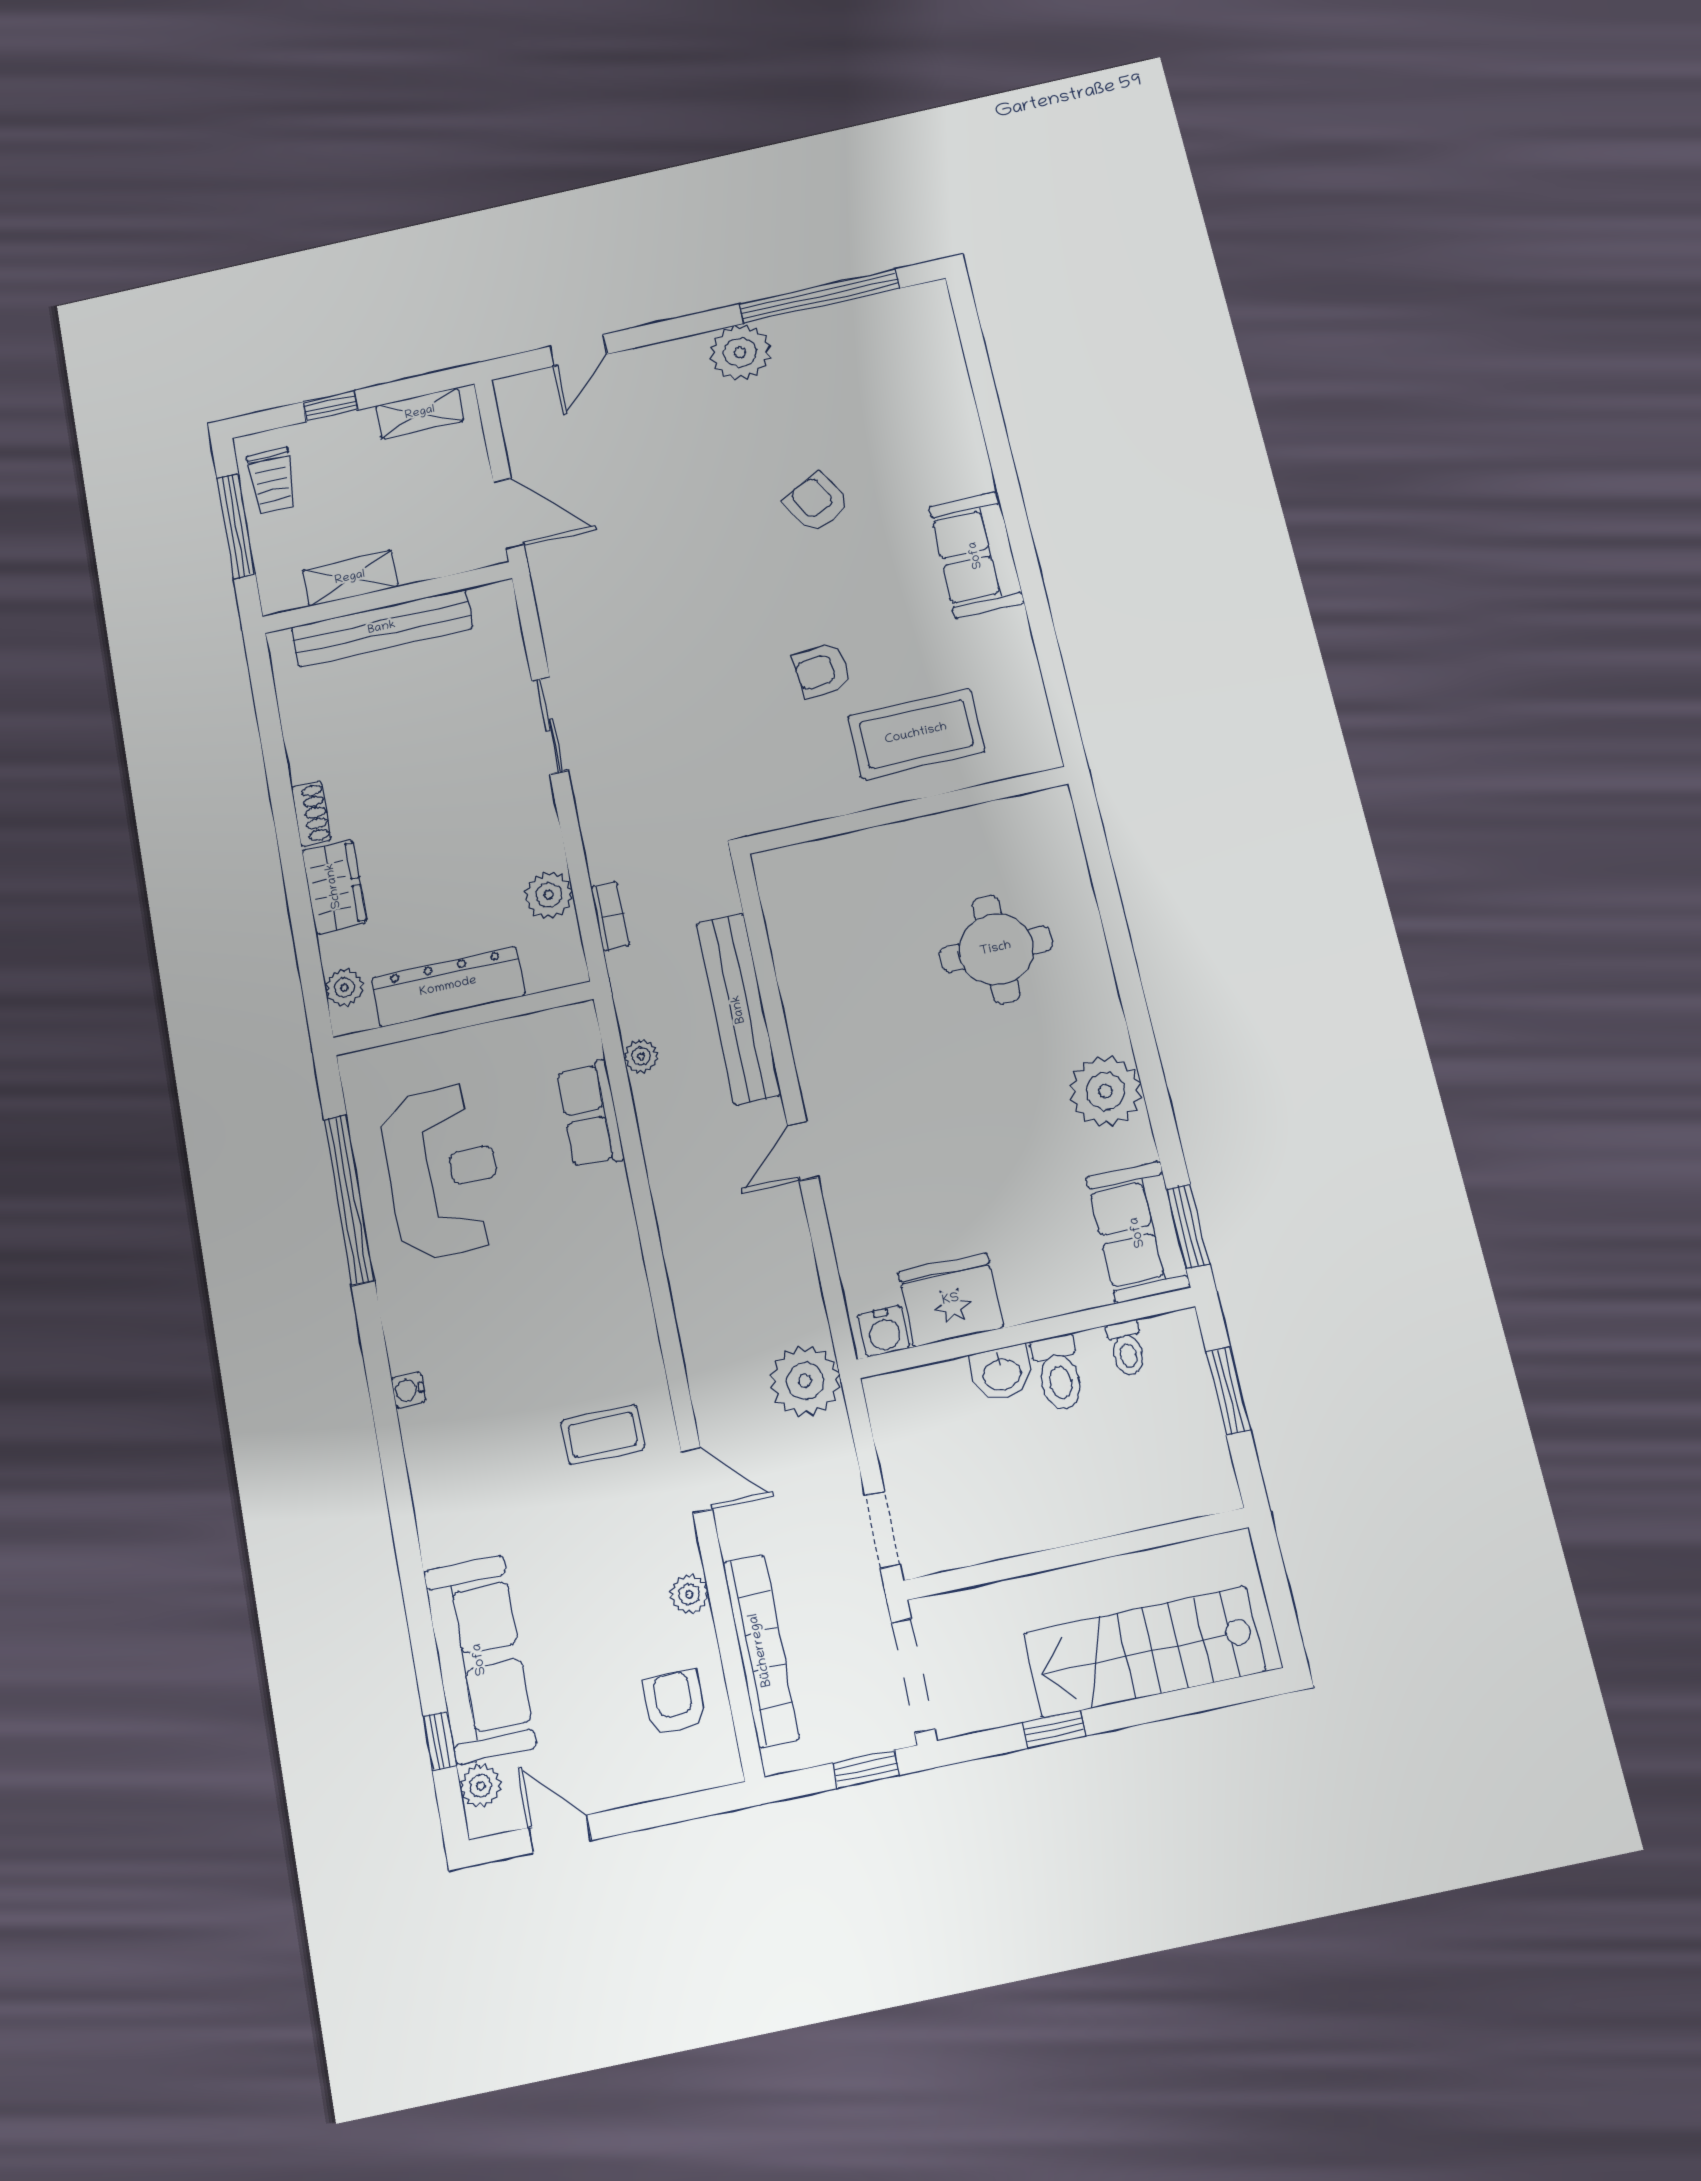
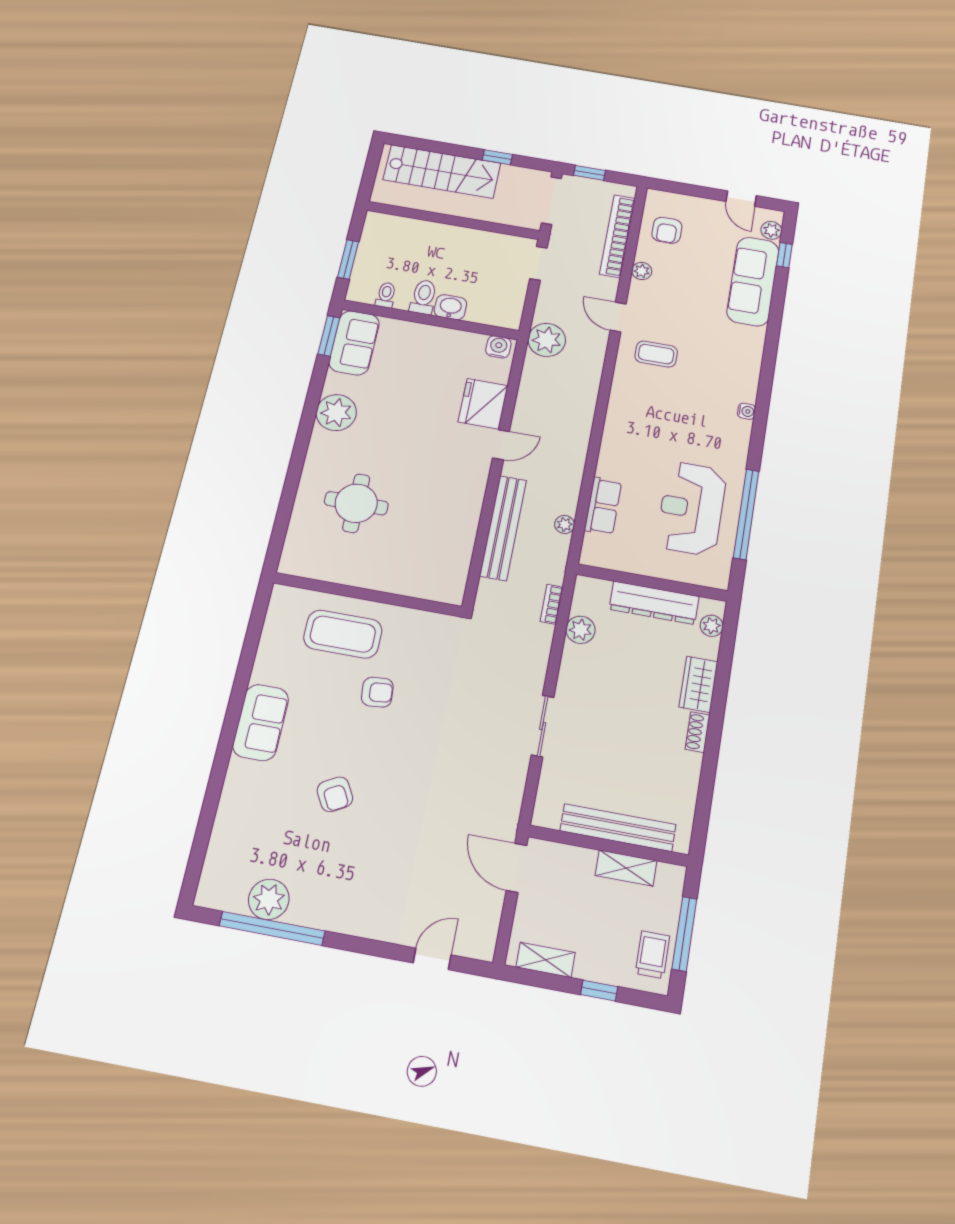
plant: (740, 352) -> (269, 899), moved
fridge: (951, 1300) -> (483, 404), moved, turned 90

